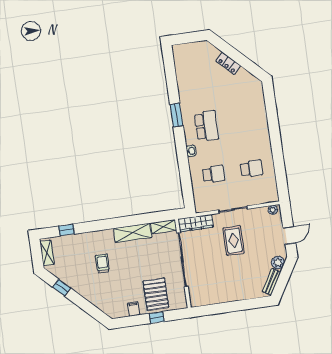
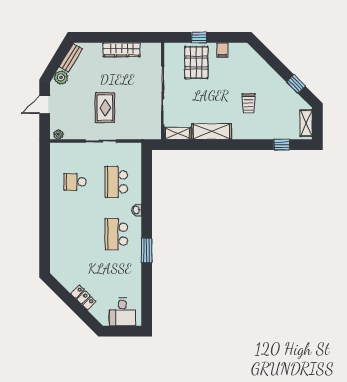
desk: (191, 55) -> (122, 312), added
school desk: (213, 174) -> (116, 182), width x1.85
wardrobe: (196, 223) -> (122, 50), moved, turned 180

